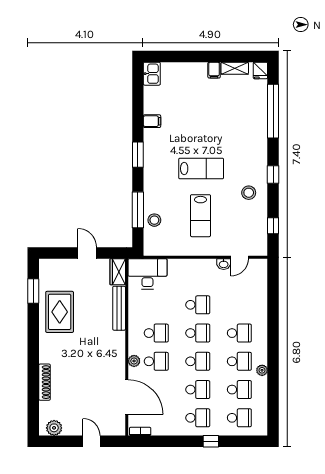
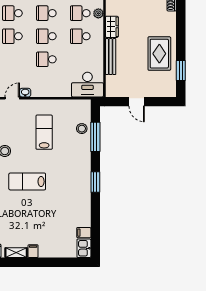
filing cabinet: (152, 121) -> (84, 233), moved
lab bench: (201, 168) -> (27, 181), moved
wardrobe: (118, 272) -> (112, 27), moved

